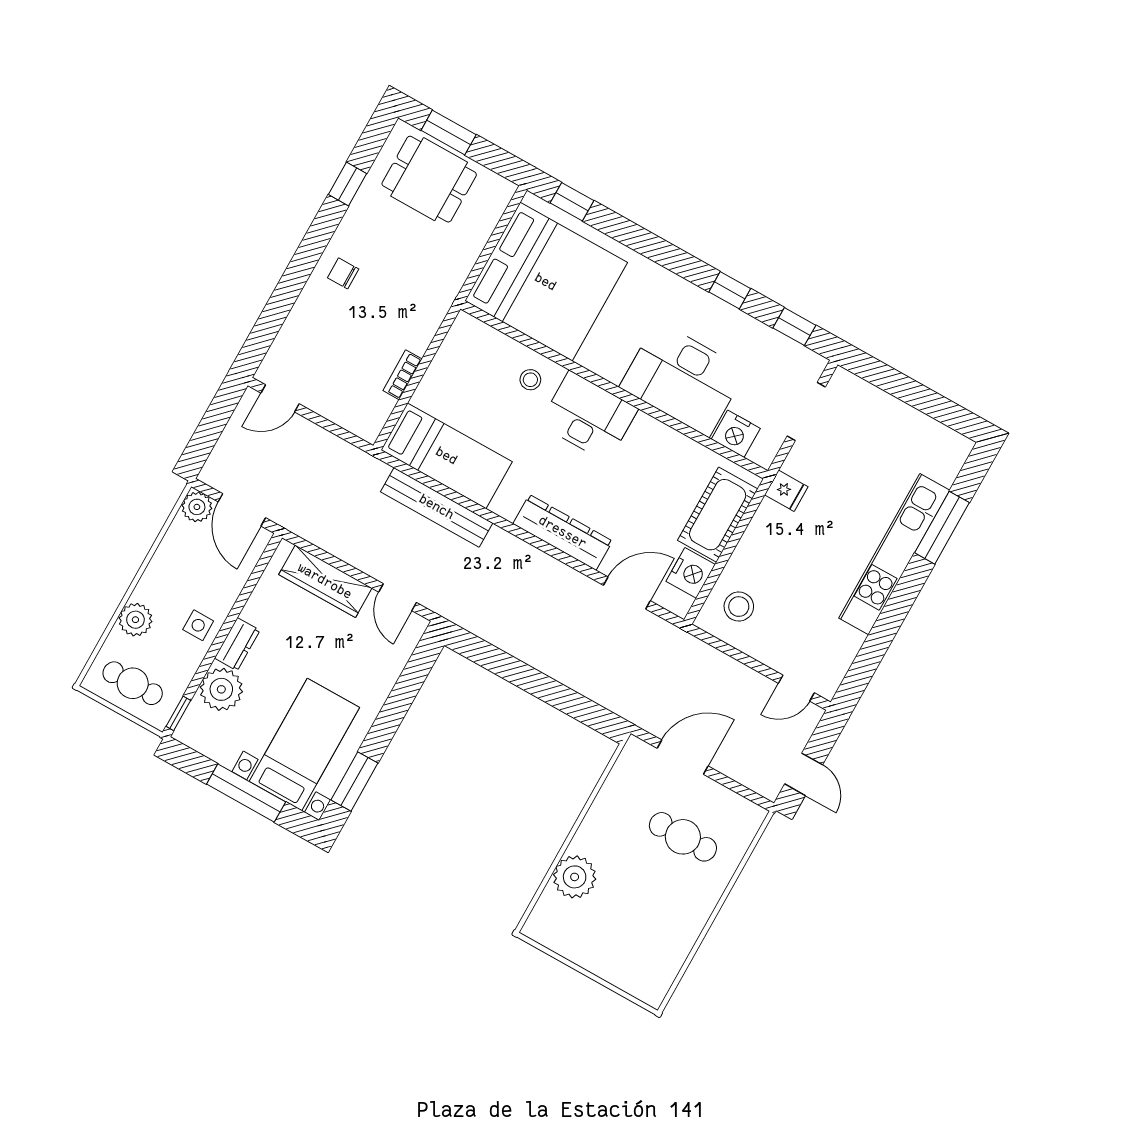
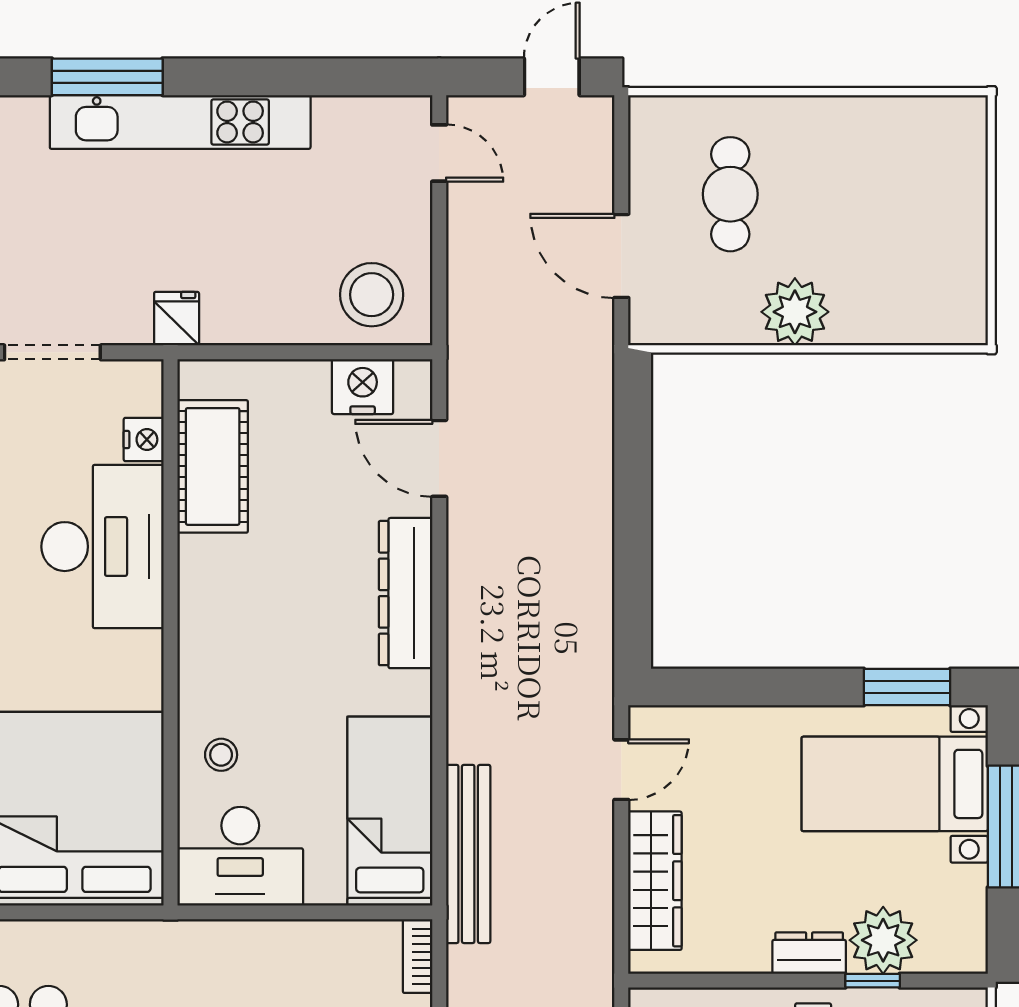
bookcase: (402, 375) -> (418, 956), moved, turned 90
desk: (589, 417) -> (240, 856), moved, turned -90
nightstand: (736, 434) -> (144, 440), width x0.74, depth x0.75
bench: (437, 507) -> (468, 854), moved
cot: (718, 515) -> (213, 466), moved, turned 90
stool: (739, 607) -> (372, 295), width x1.38, depth x1.38
window: (178, 713) -> (873, 981), moved
plant: (575, 877) -> (795, 312), moved

